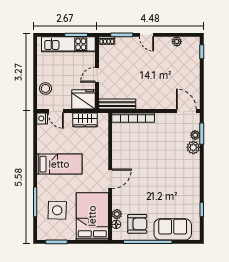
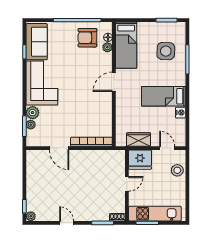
door: (146, 35) -> (67, 223), moved
plant: (177, 41) -> (31, 216), moved
bench: (117, 104) -> (107, 155), removed
door: (186, 111) -> (59, 148), moved
nightstand: (42, 118) -> (181, 113), moved
corner sofa: (184, 178) -> (42, 83), added
bed: (92, 216) -> (126, 45), width x0.67
sofa: (173, 229) -> (37, 42), moved, turned -90

